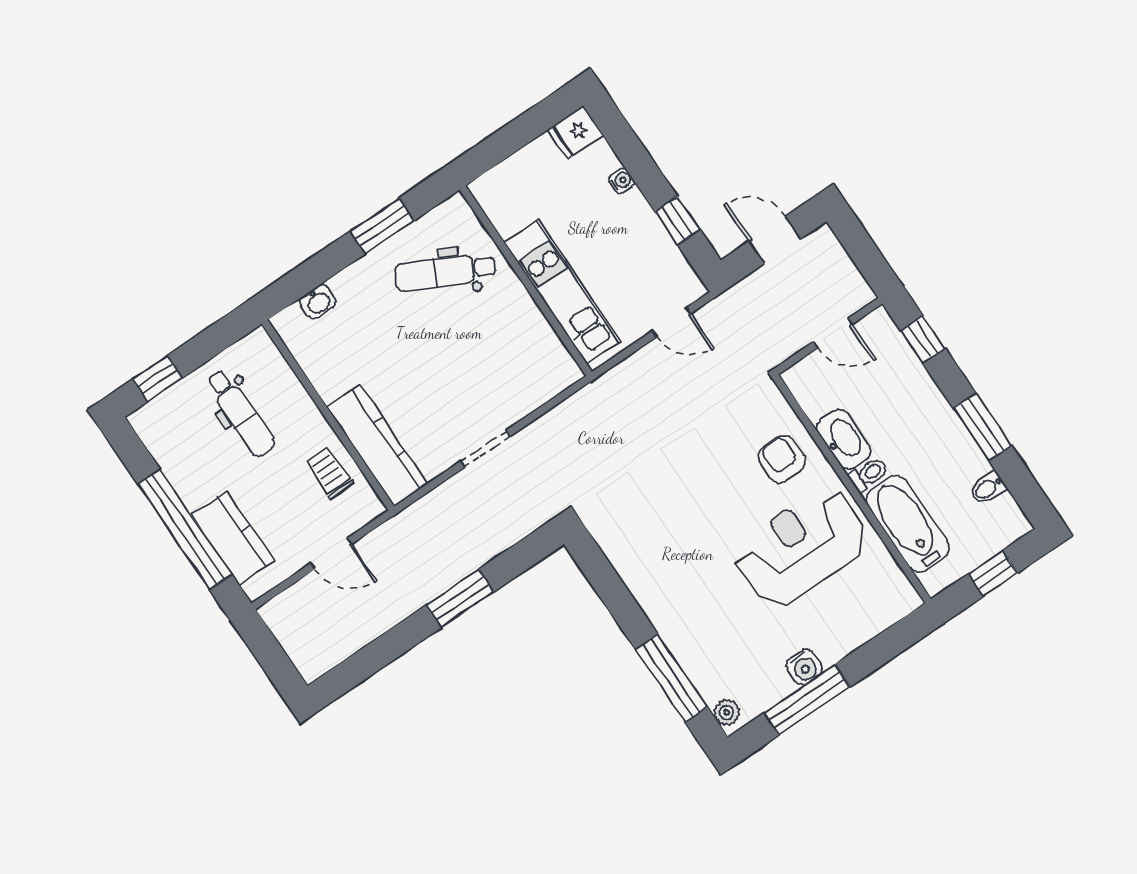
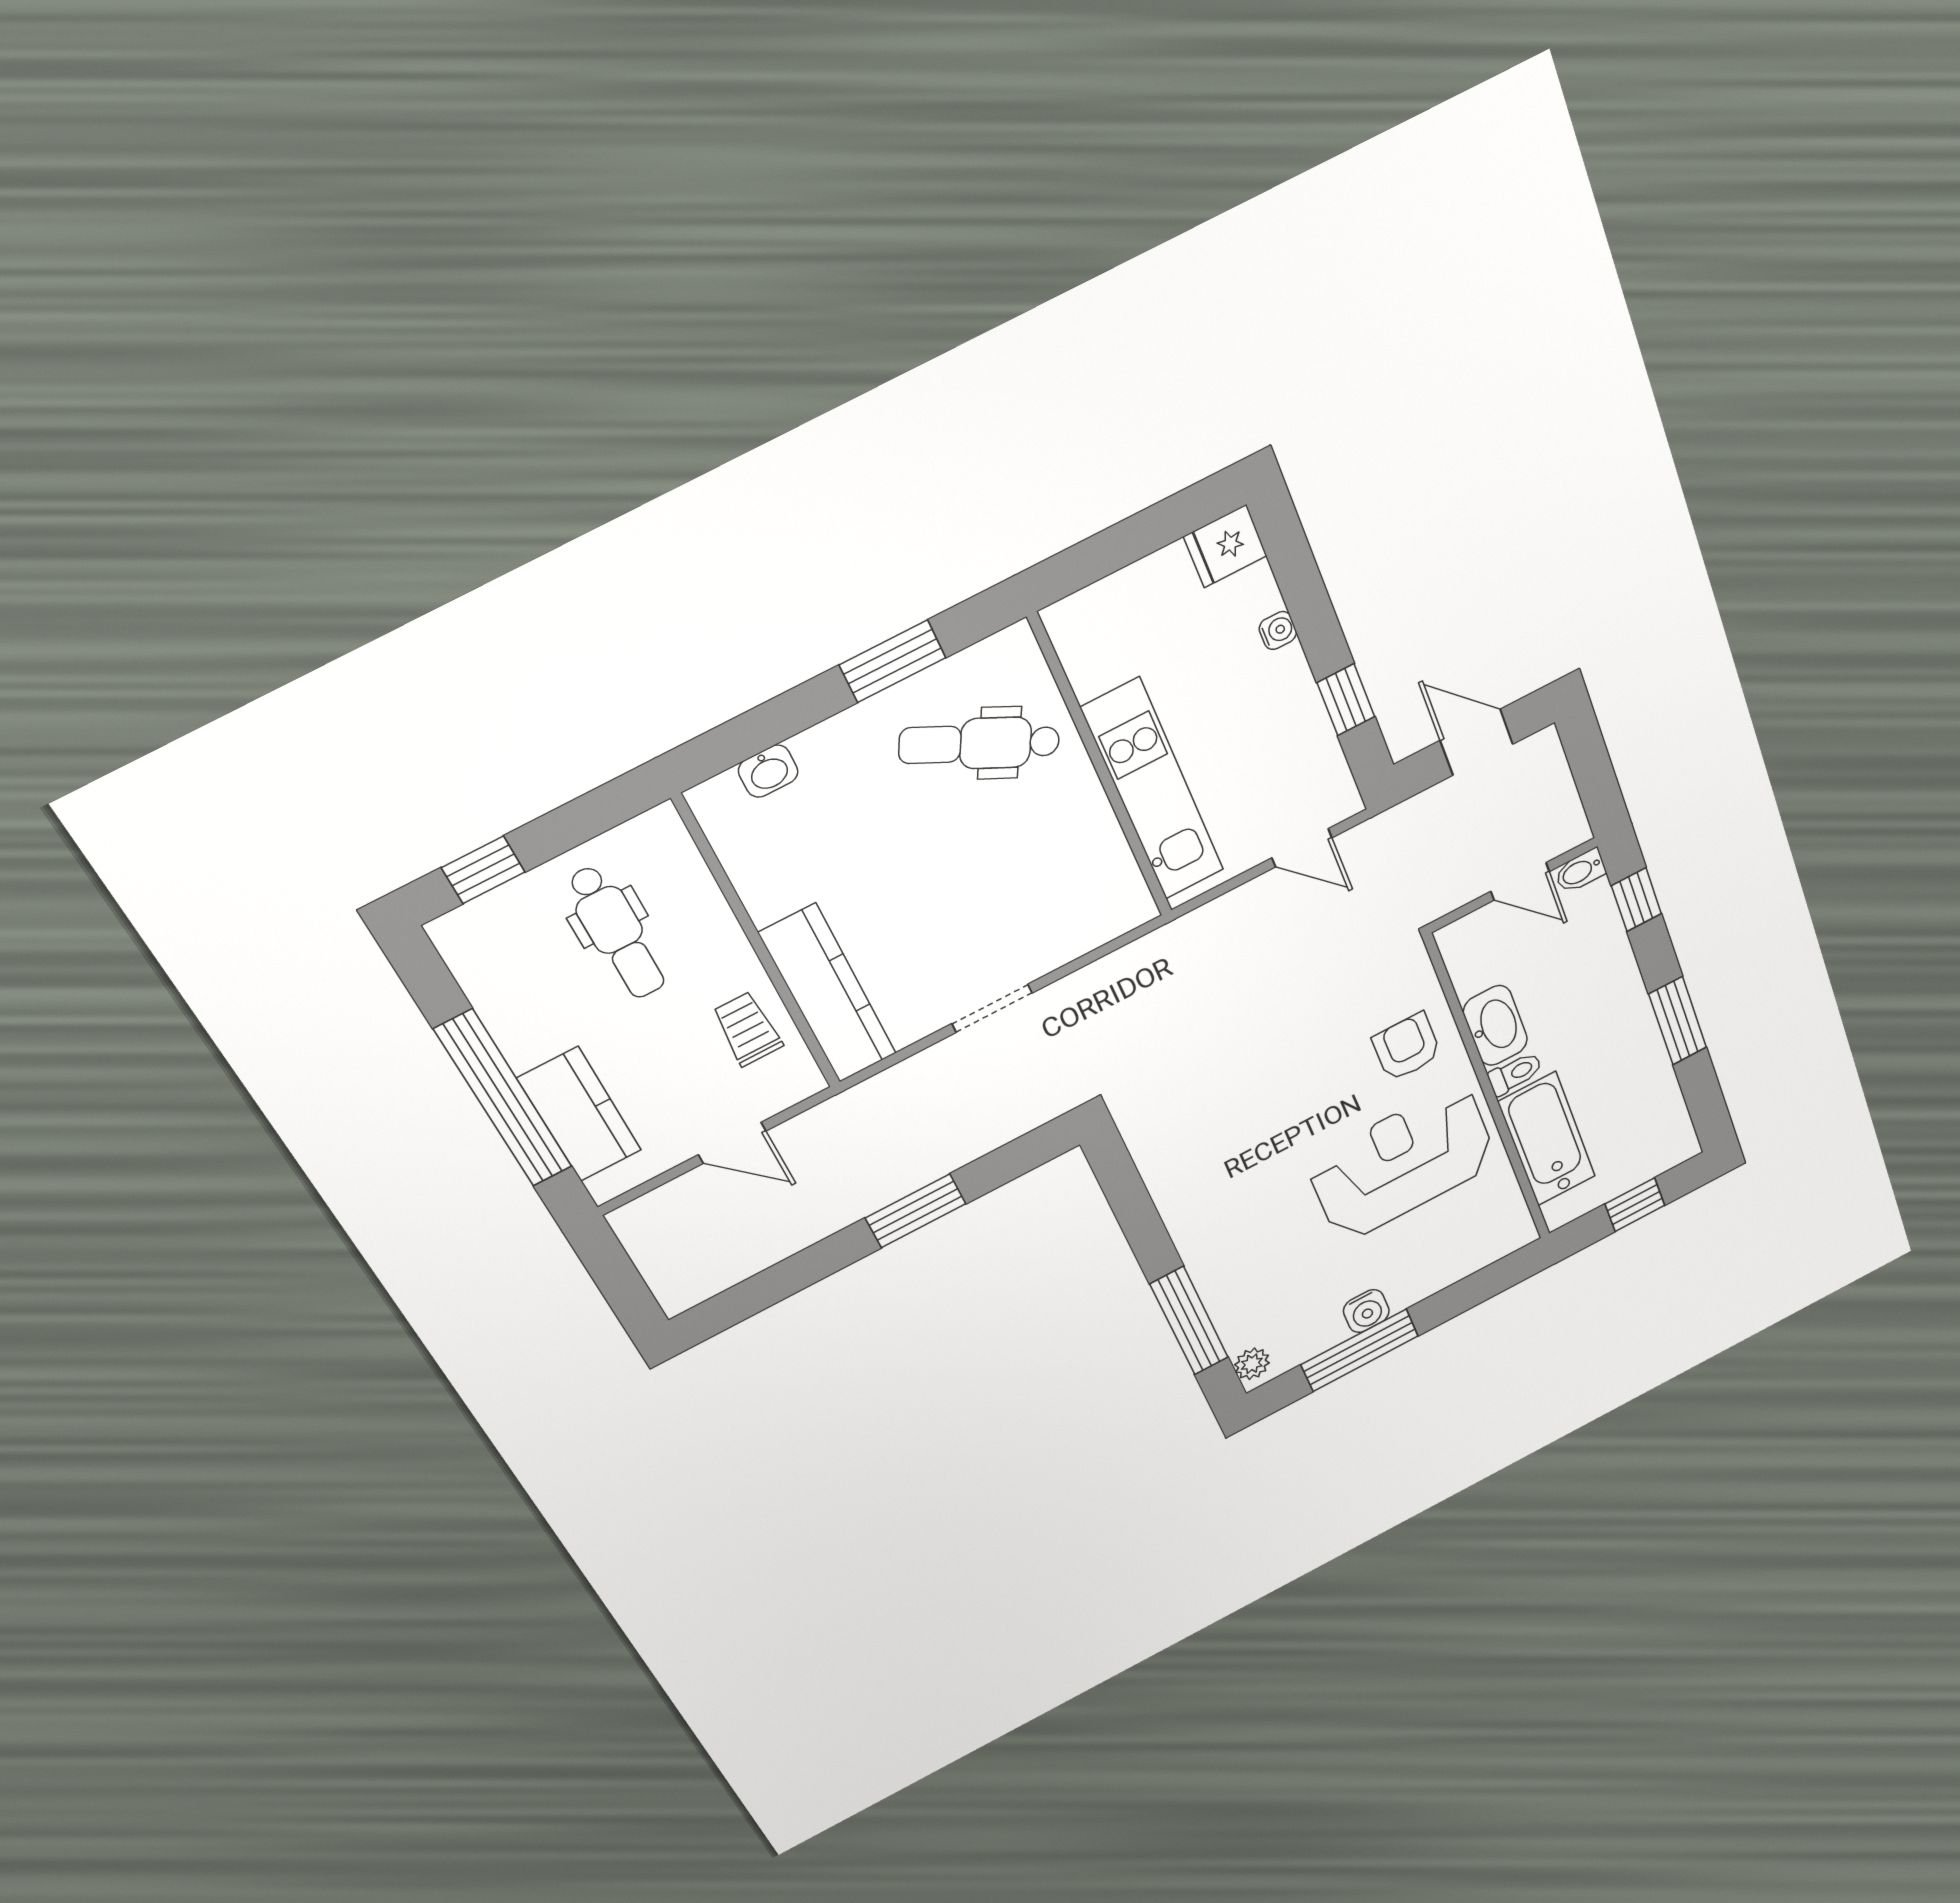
bidet: (988, 488) -> (1580, 871), moved

